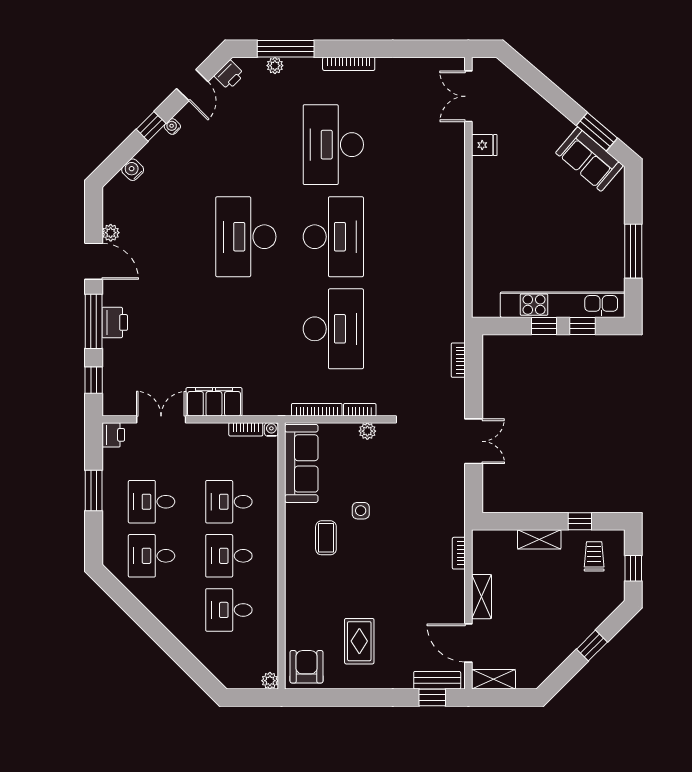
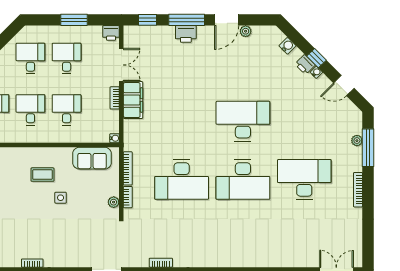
printer: (229, 75) -> (305, 65), moved
bookcase: (246, 429) -> (115, 98), moved
sofa: (301, 463) -> (92, 158), width x0.73

